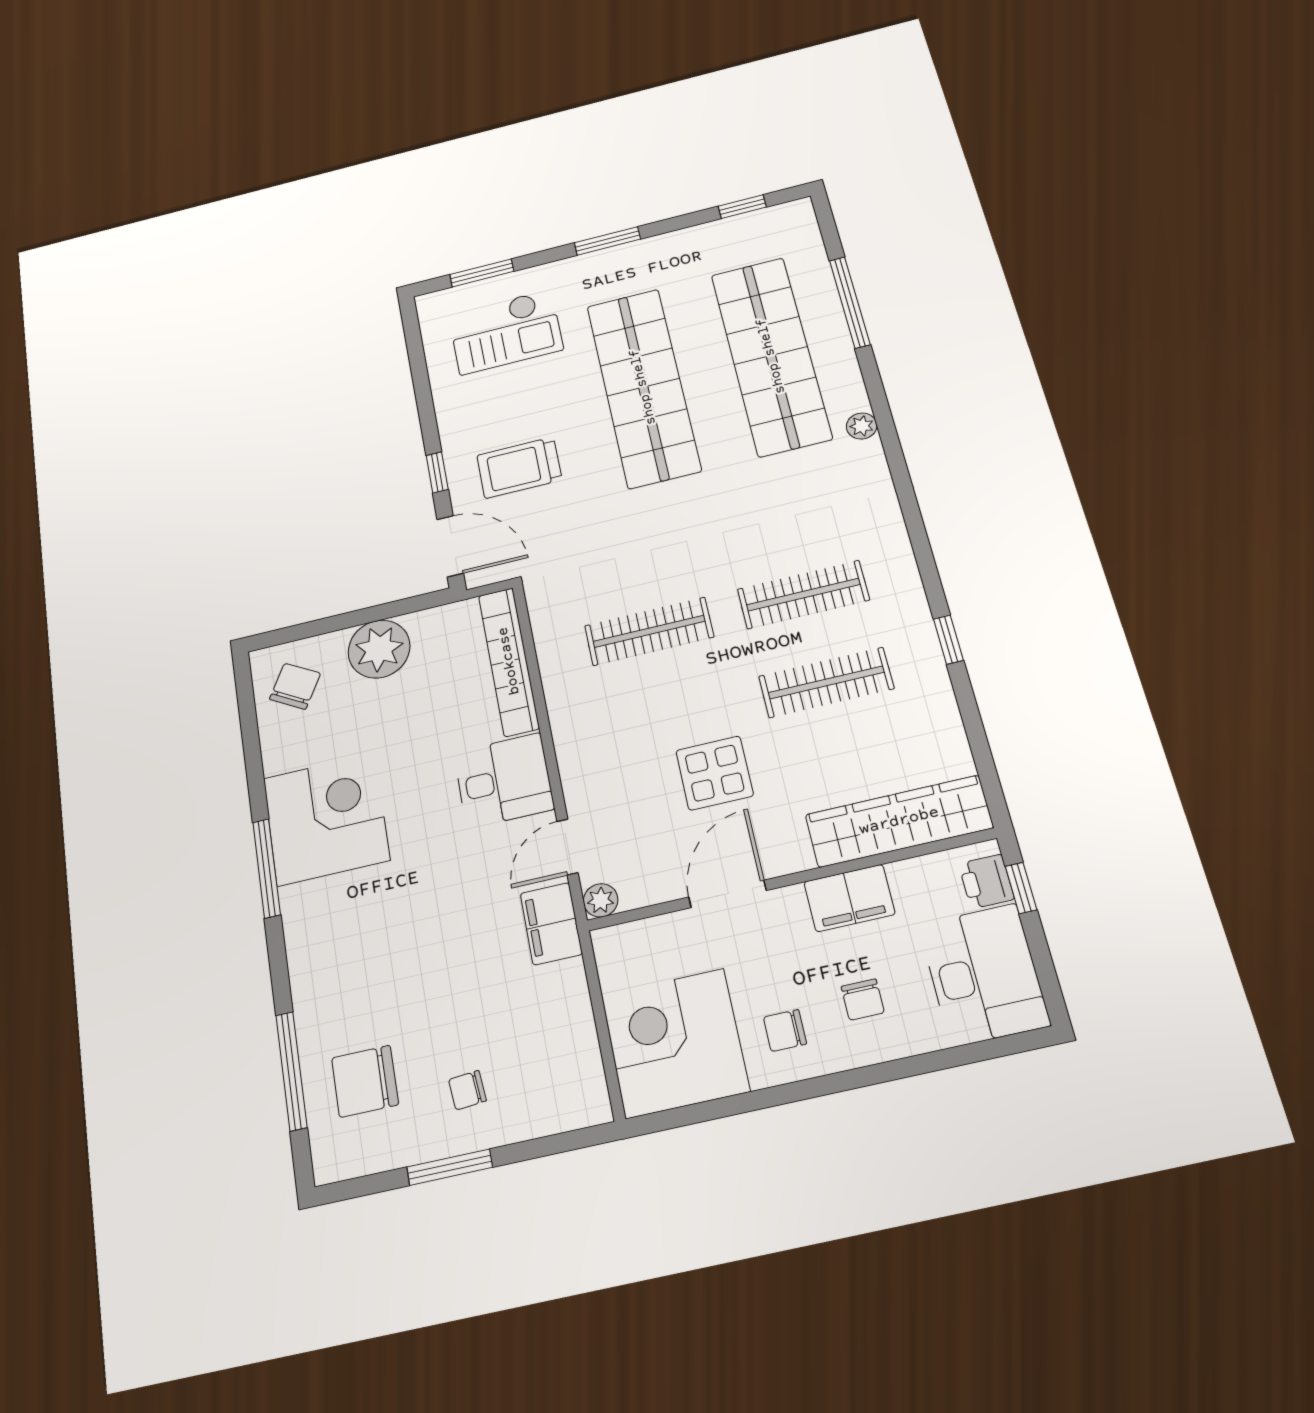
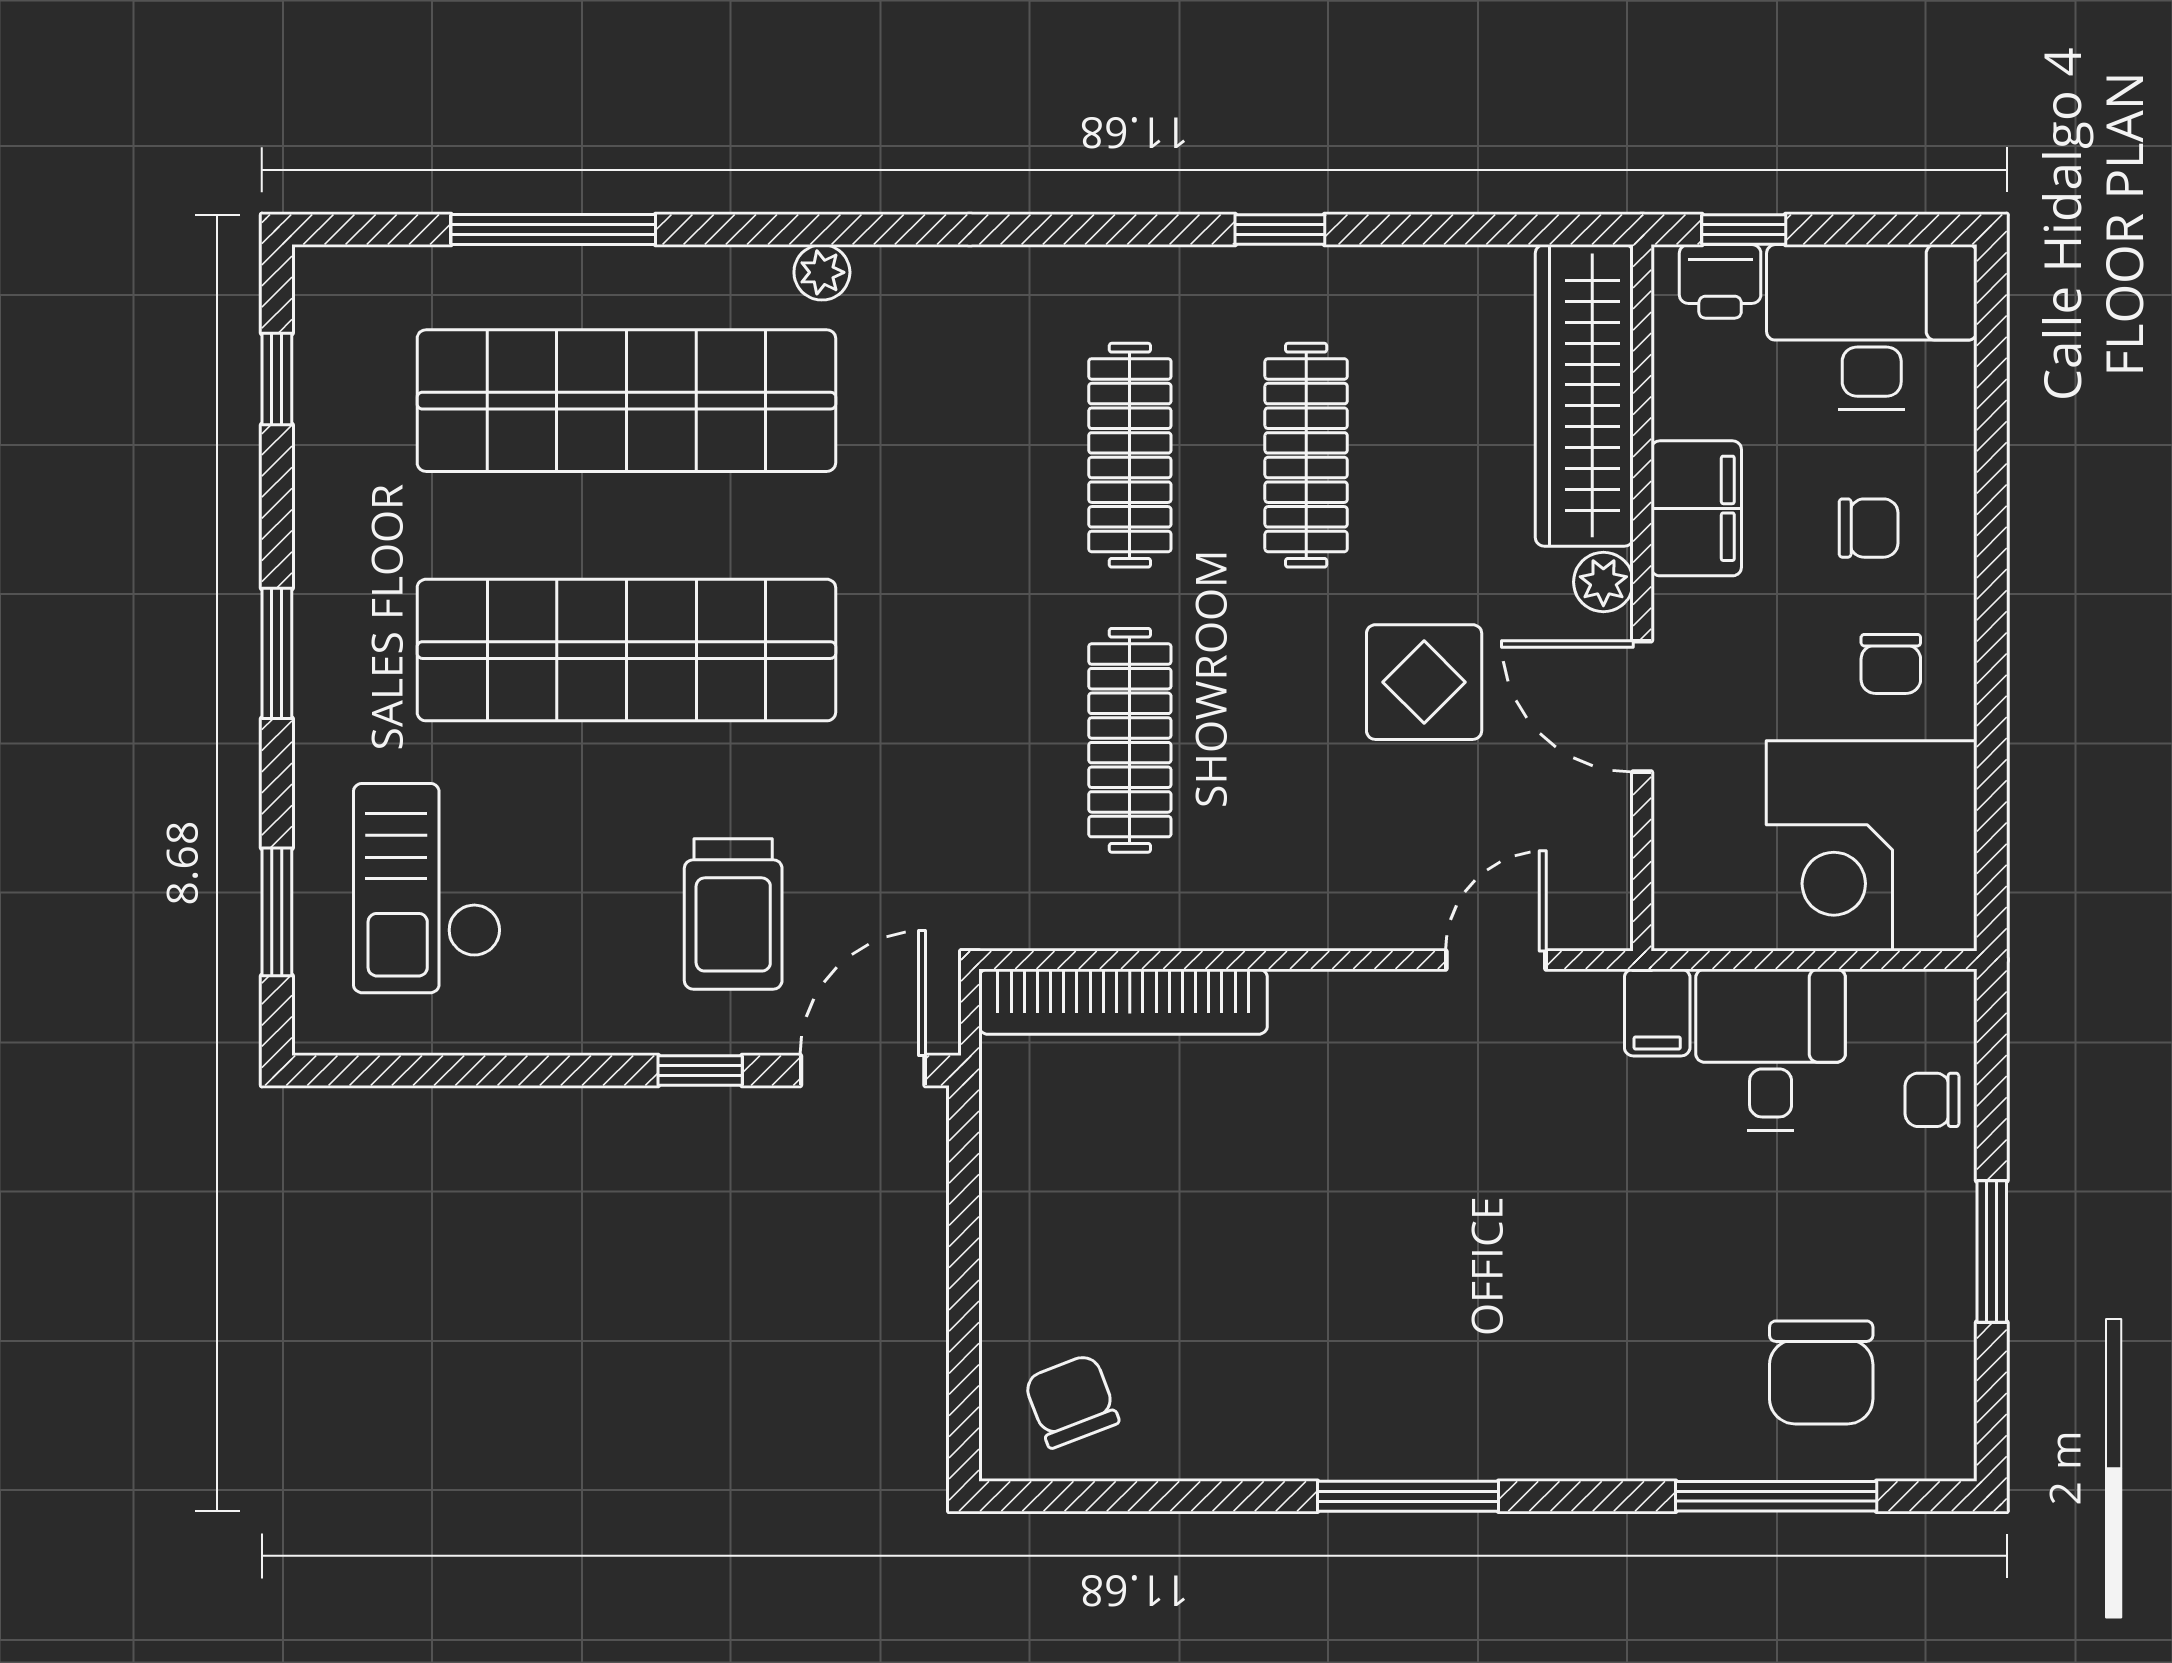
checkout: (506, 332) -> (427, 888), turned 180
plant: (379, 649) -> (1037, 1235), removed
chair: (295, 686) -> (1071, 1401), turned 39
desk: (504, 781) -> (1771, 1049), moved
corner desk: (326, 819) -> (1342, 1377), removed
door: (567, 847) -> (1496, 960), swing flipped
plant: (601, 900) -> (1603, 582), moved
filing cabinet: (551, 924) -> (1657, 1013), width x0.50
chair: (467, 1090) -> (1932, 1100), moved, turned 95

